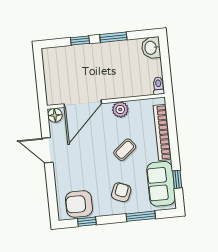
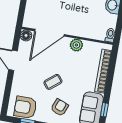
coffee table: (125, 150) -> (53, 82), moved

